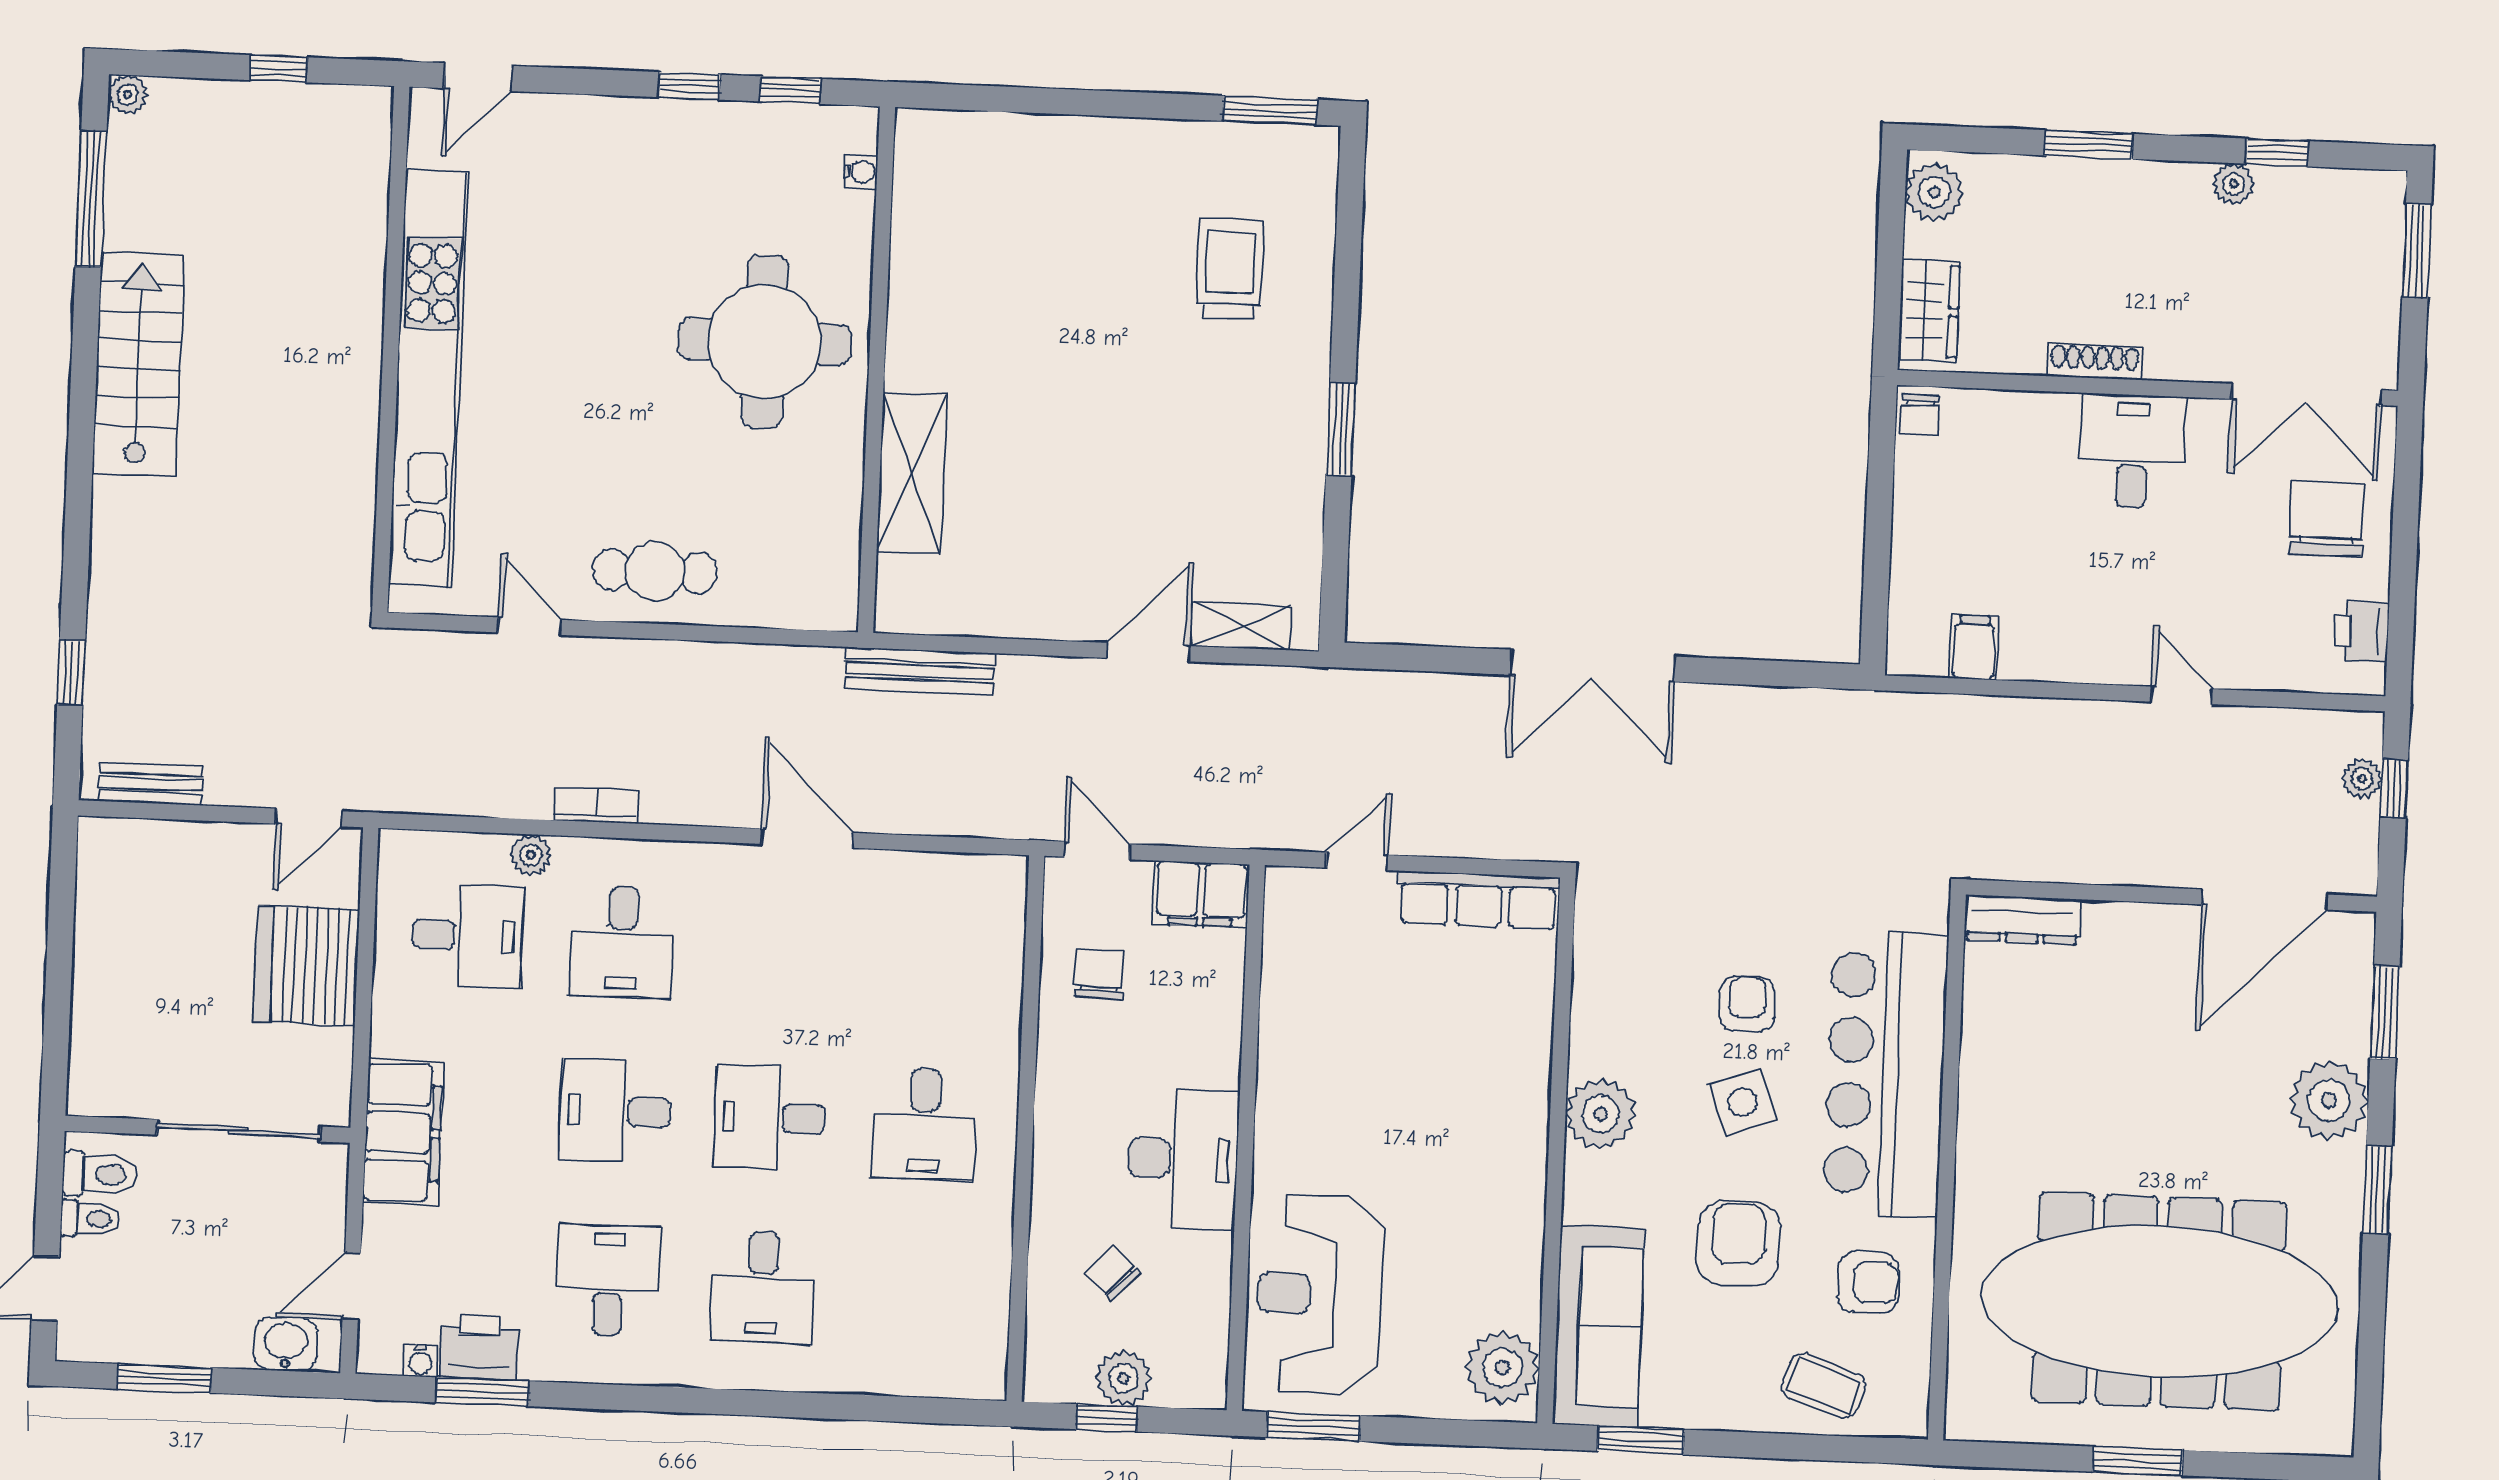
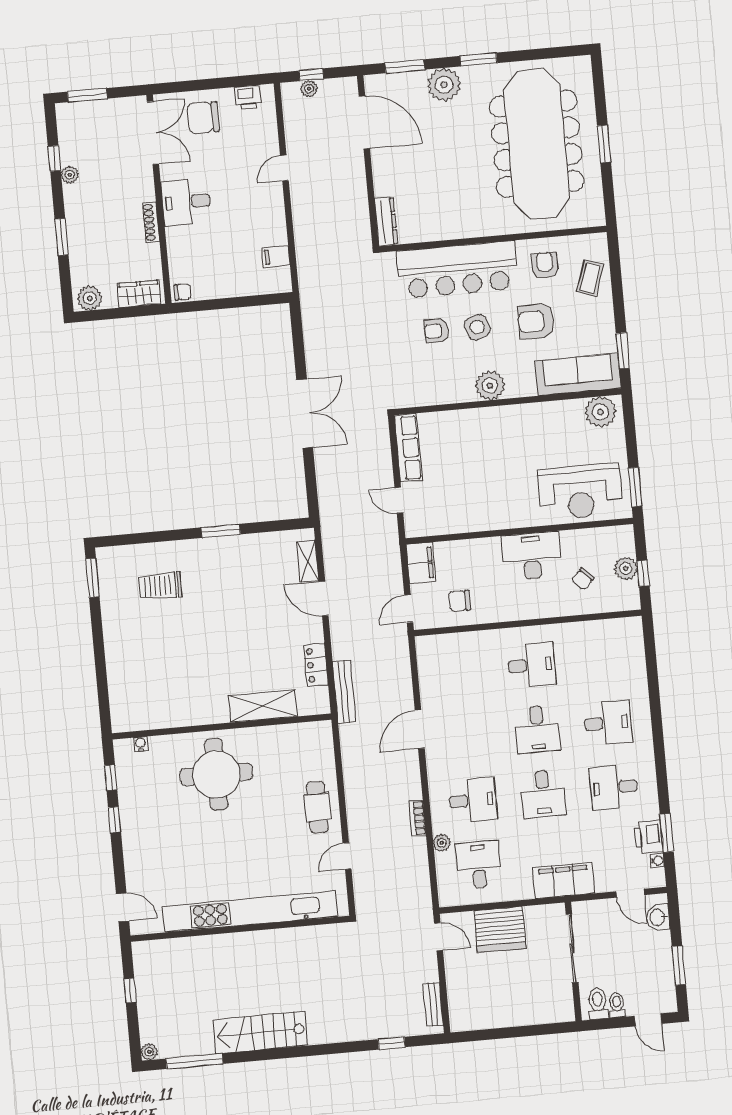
locker: (993, 612) -> (316, 665), added

